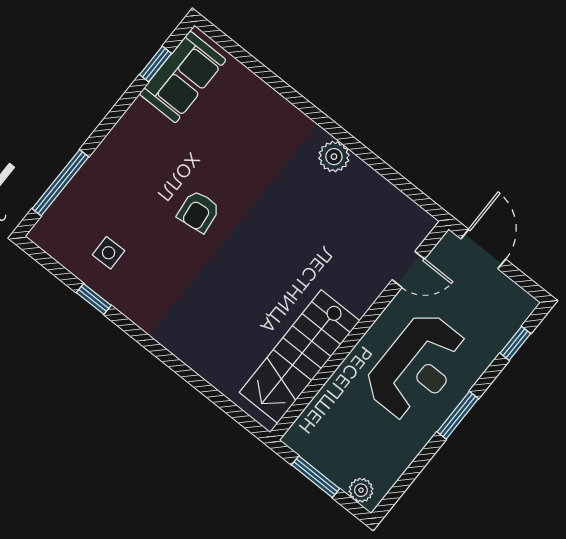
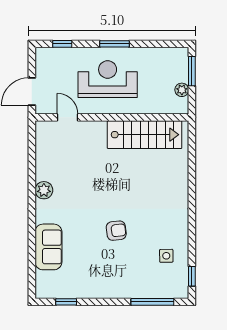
sofa: (183, 77) -> (48, 247), moved, turned 90
window: (94, 299) -> (192, 276), moved
window: (316, 477) -> (192, 71), moved
plant: (361, 490) -> (182, 90), moved

